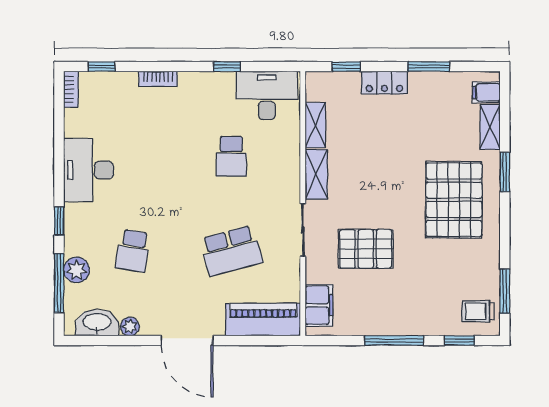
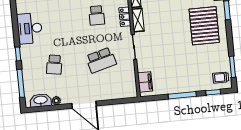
locker: (290, 165) -> (125, 17), added
pallet: (366, 249) -> (165, 53), removed
plant: (77, 270) -> (28, 76), removed
piano: (263, 320) -> (119, 91), removed

